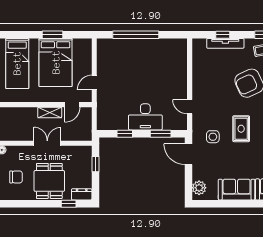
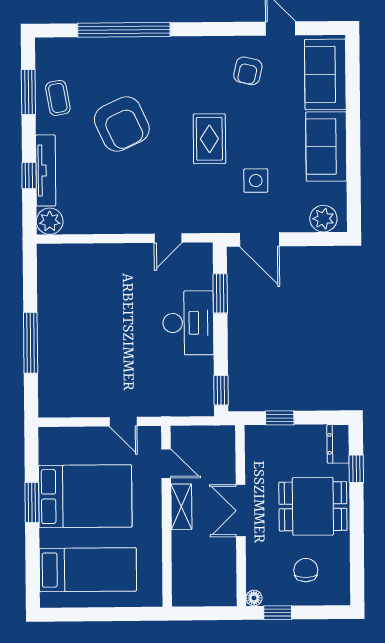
window: (136, 35) -> (31, 343), width x0.68
plant: (199, 45) -> (50, 221), added
rug: (241, 129) -> (209, 139), turned 90
window: (125, 134) -> (221, 390), moved
side table: (213, 137) -> (256, 181), moved
door: (188, 154) -> (259, 240), hinge flipped

